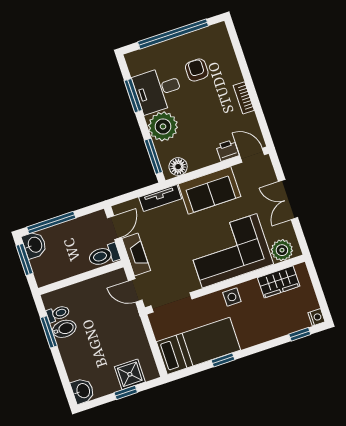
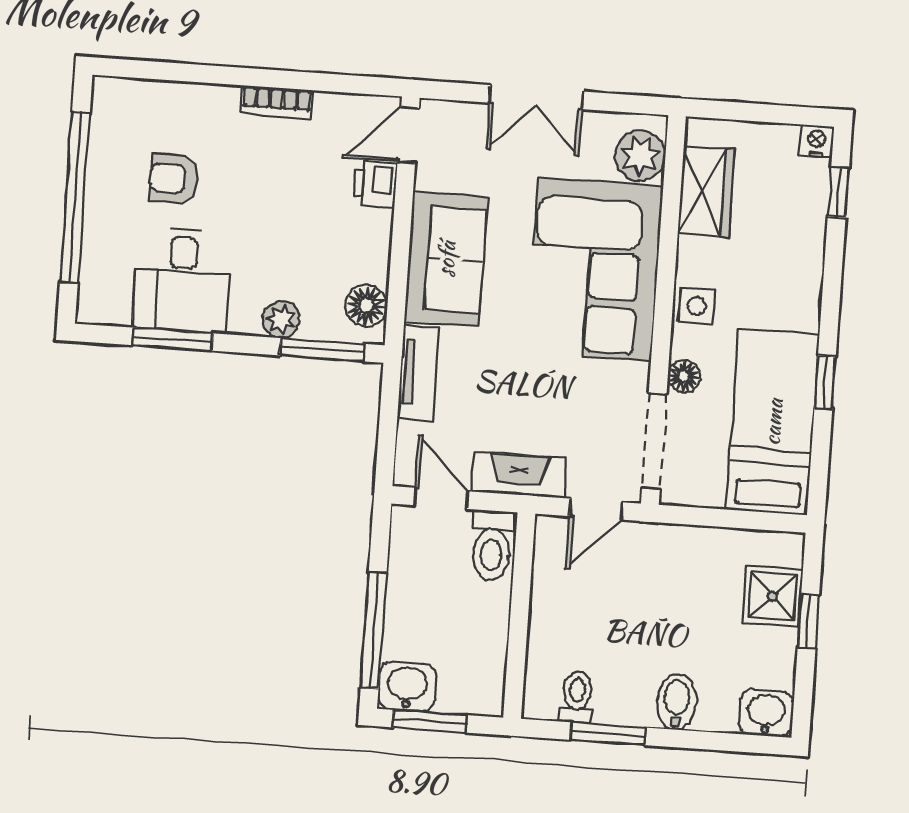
plant: (163, 126) -> (281, 320), width x0.53, depth x0.53
floor lamp: (202, 303) -> (684, 376), added
bidet: (64, 329) -> (677, 702), moved

